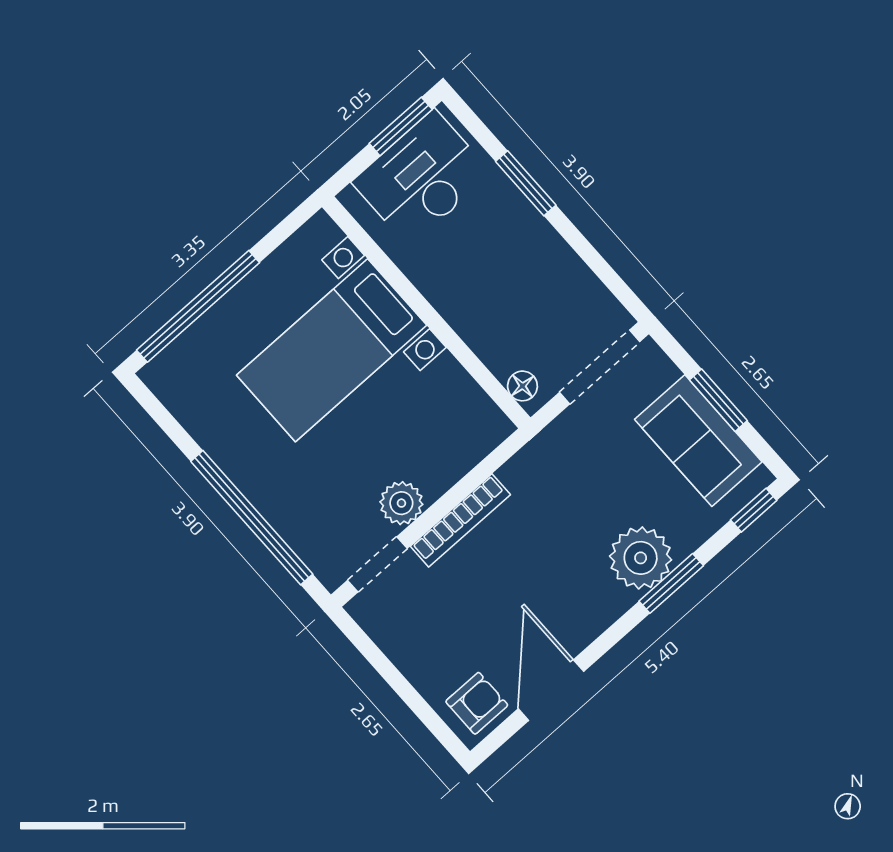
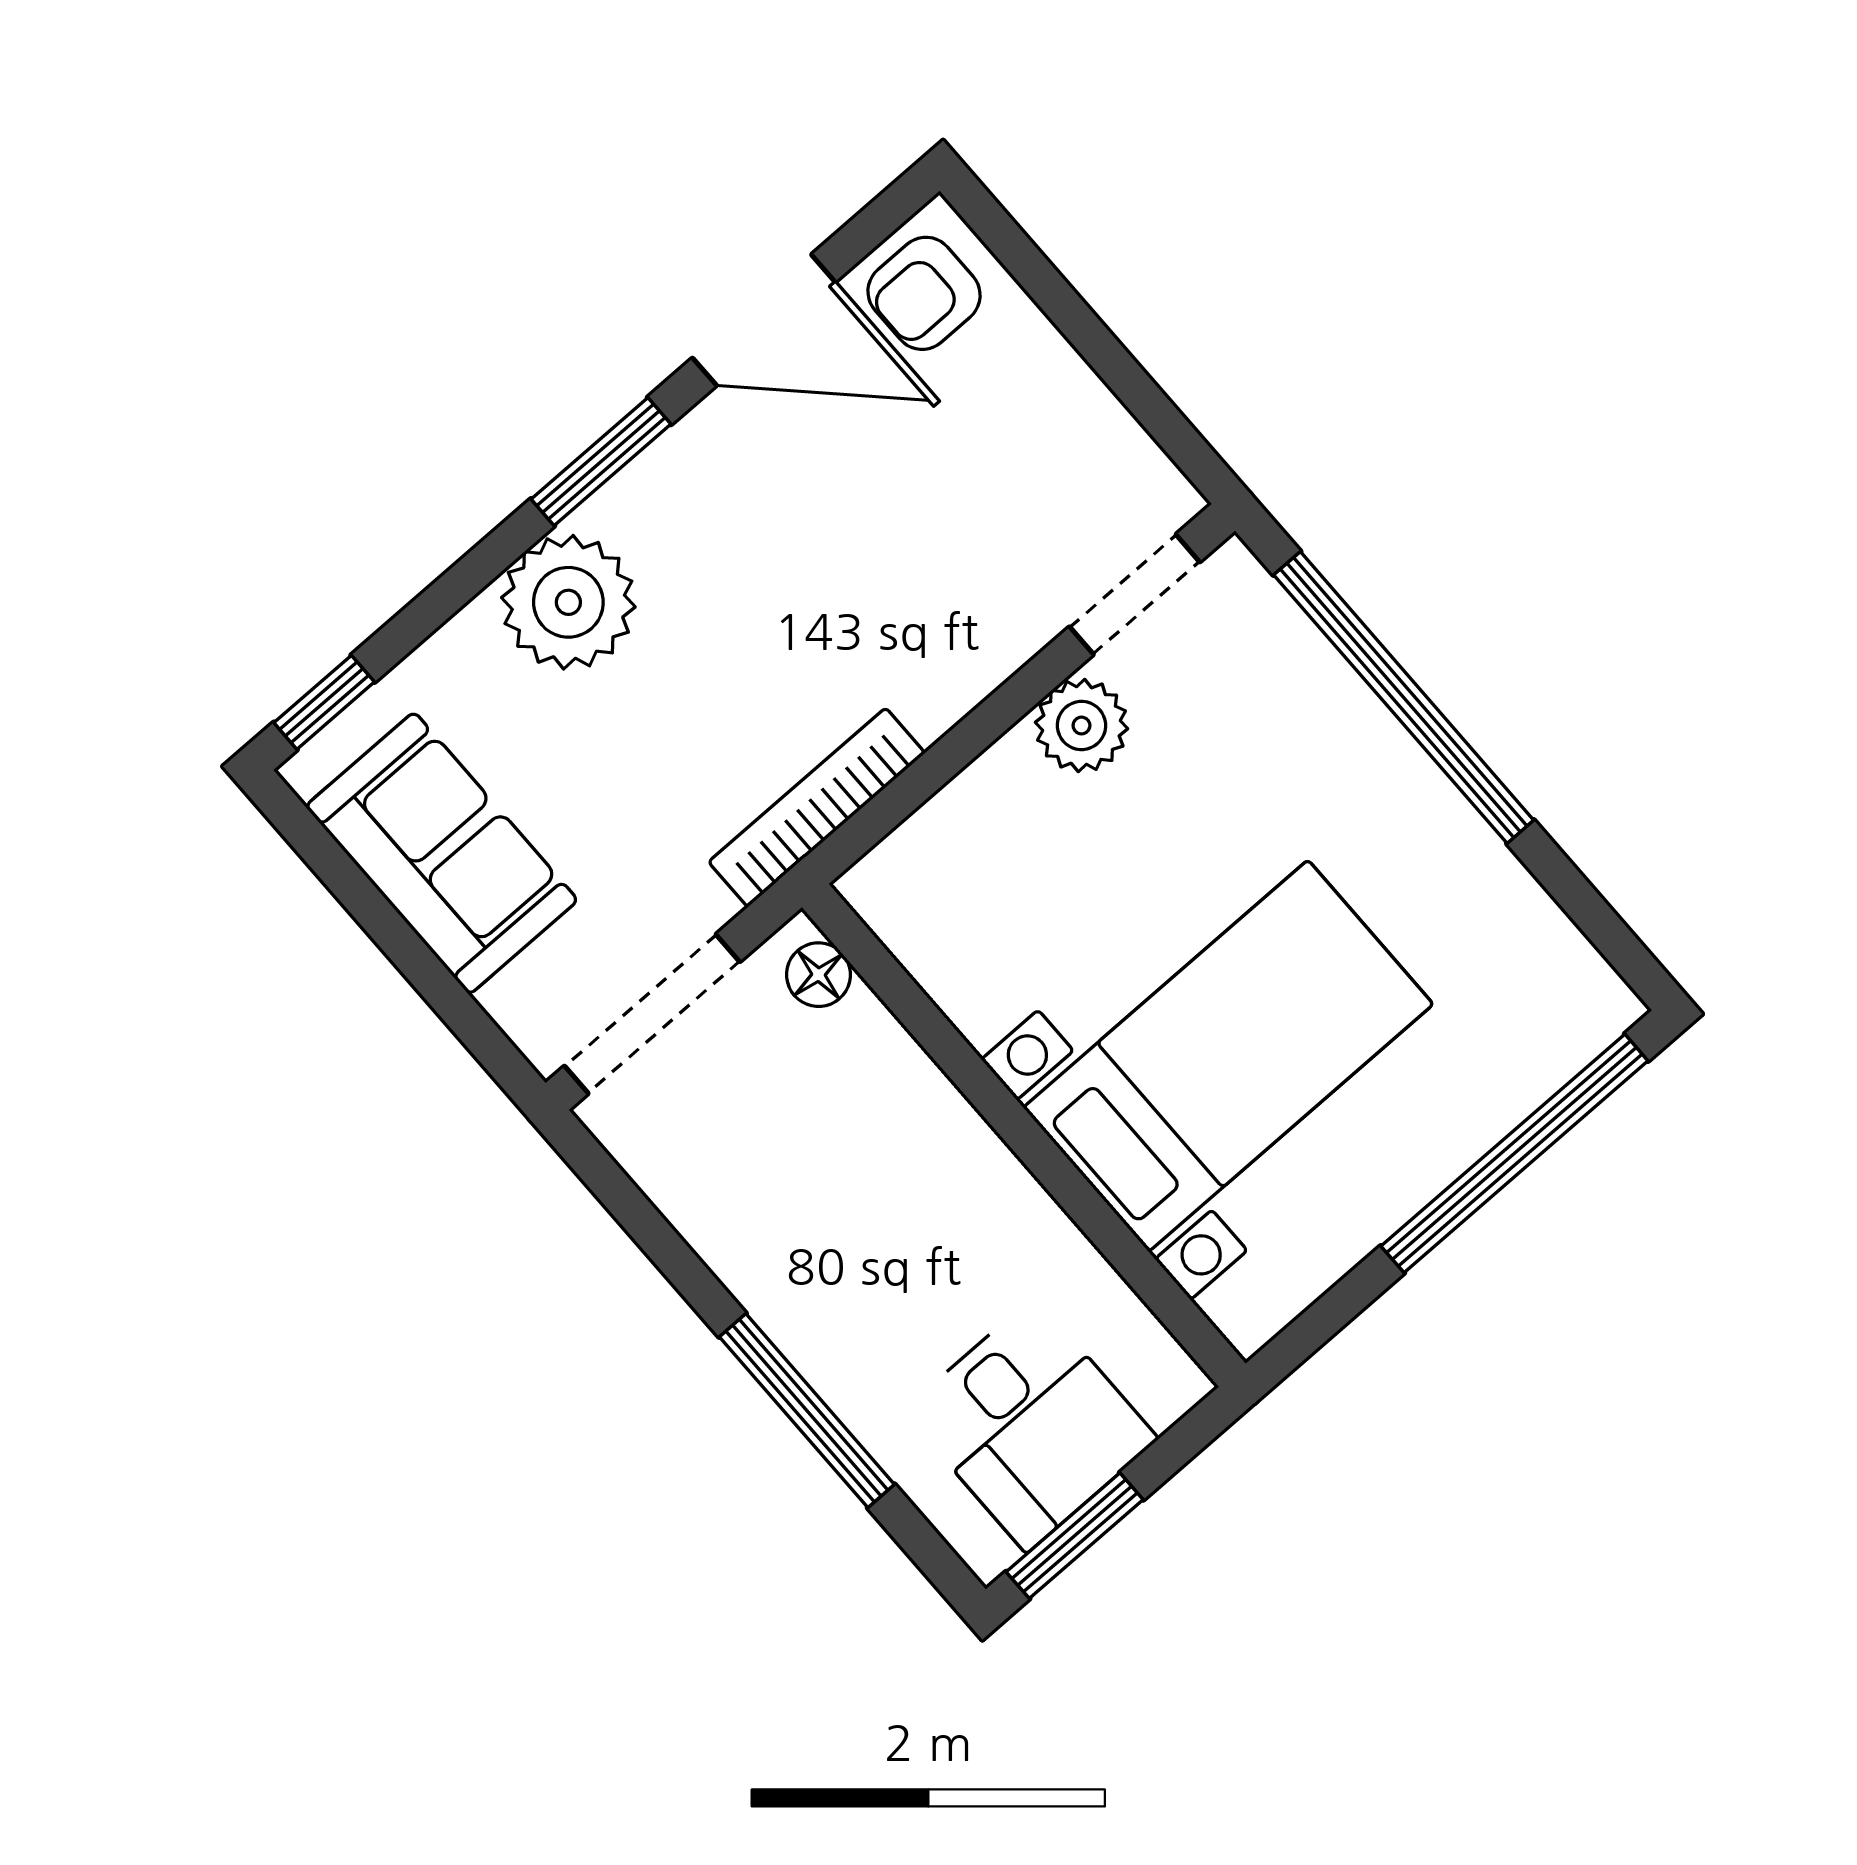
desk: (422, 178) -> (1030, 1425), width x0.73
window: (526, 183) -> (807, 1411), width x1.44
window: (718, 400) -> (397, 940), removed
bookcase: (460, 520) -> (817, 807), moved
window: (671, 583) -> (601, 462), moved
door: (551, 690) -> (764, 320), hinge flipped

